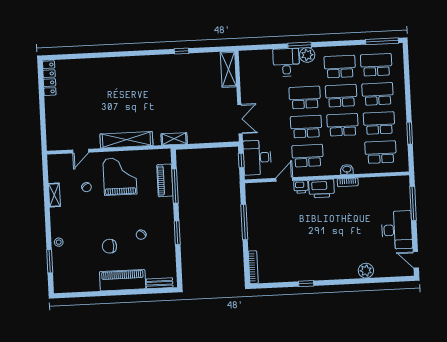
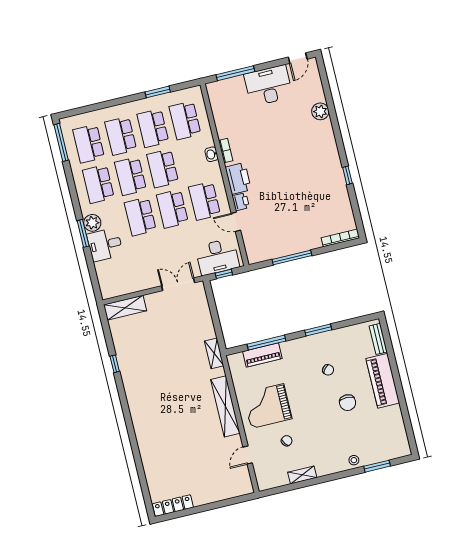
door: (81, 151) -> (248, 455), swing flipped

